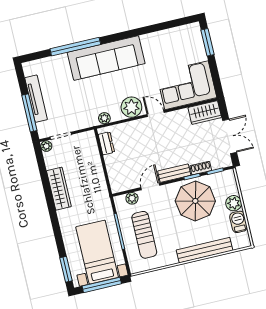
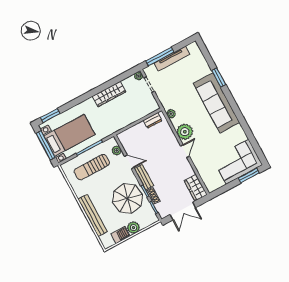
window: (75, 47) -> (219, 78), width x0.47
corner sofa: (187, 85) -> (237, 162), moved, turned -90

